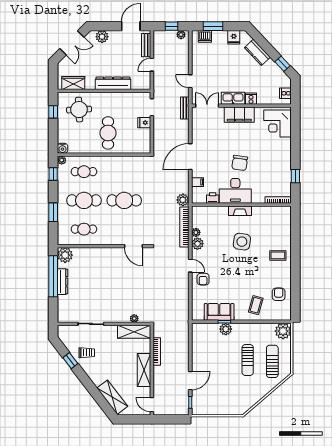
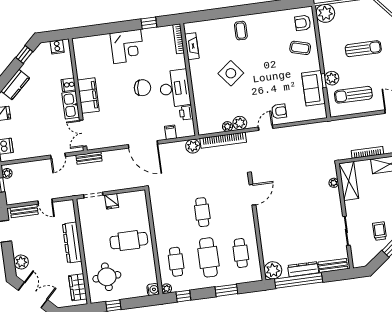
corner desk: (278, 123) -> (127, 46), moved
cafe table: (124, 200) -> (202, 212), width x0.73, depth x0.74
fireplace: (240, 211) -> (192, 46), moved
side table: (242, 242) -> (231, 73), turned 45
armchair: (279, 294) -> (303, 23), moved
bench: (62, 308) -> (333, 265), added
sun lounger: (272, 361) -> (353, 95), moved

